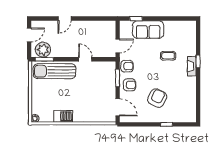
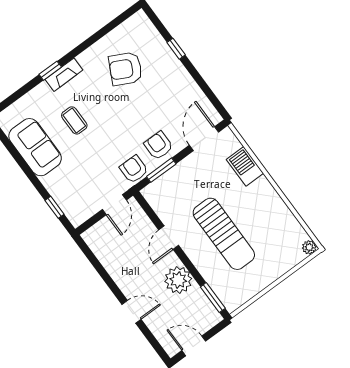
sofa: (148, 30) -> (35, 147), moved
door: (118, 46) -> (114, 205), swing flipped
plant: (43, 50) -> (178, 280), moved
sun lounger: (55, 71) -> (224, 234), moved
armchair: (157, 98) -> (125, 69), moved
barbecue: (63, 116) -> (245, 166), moved

